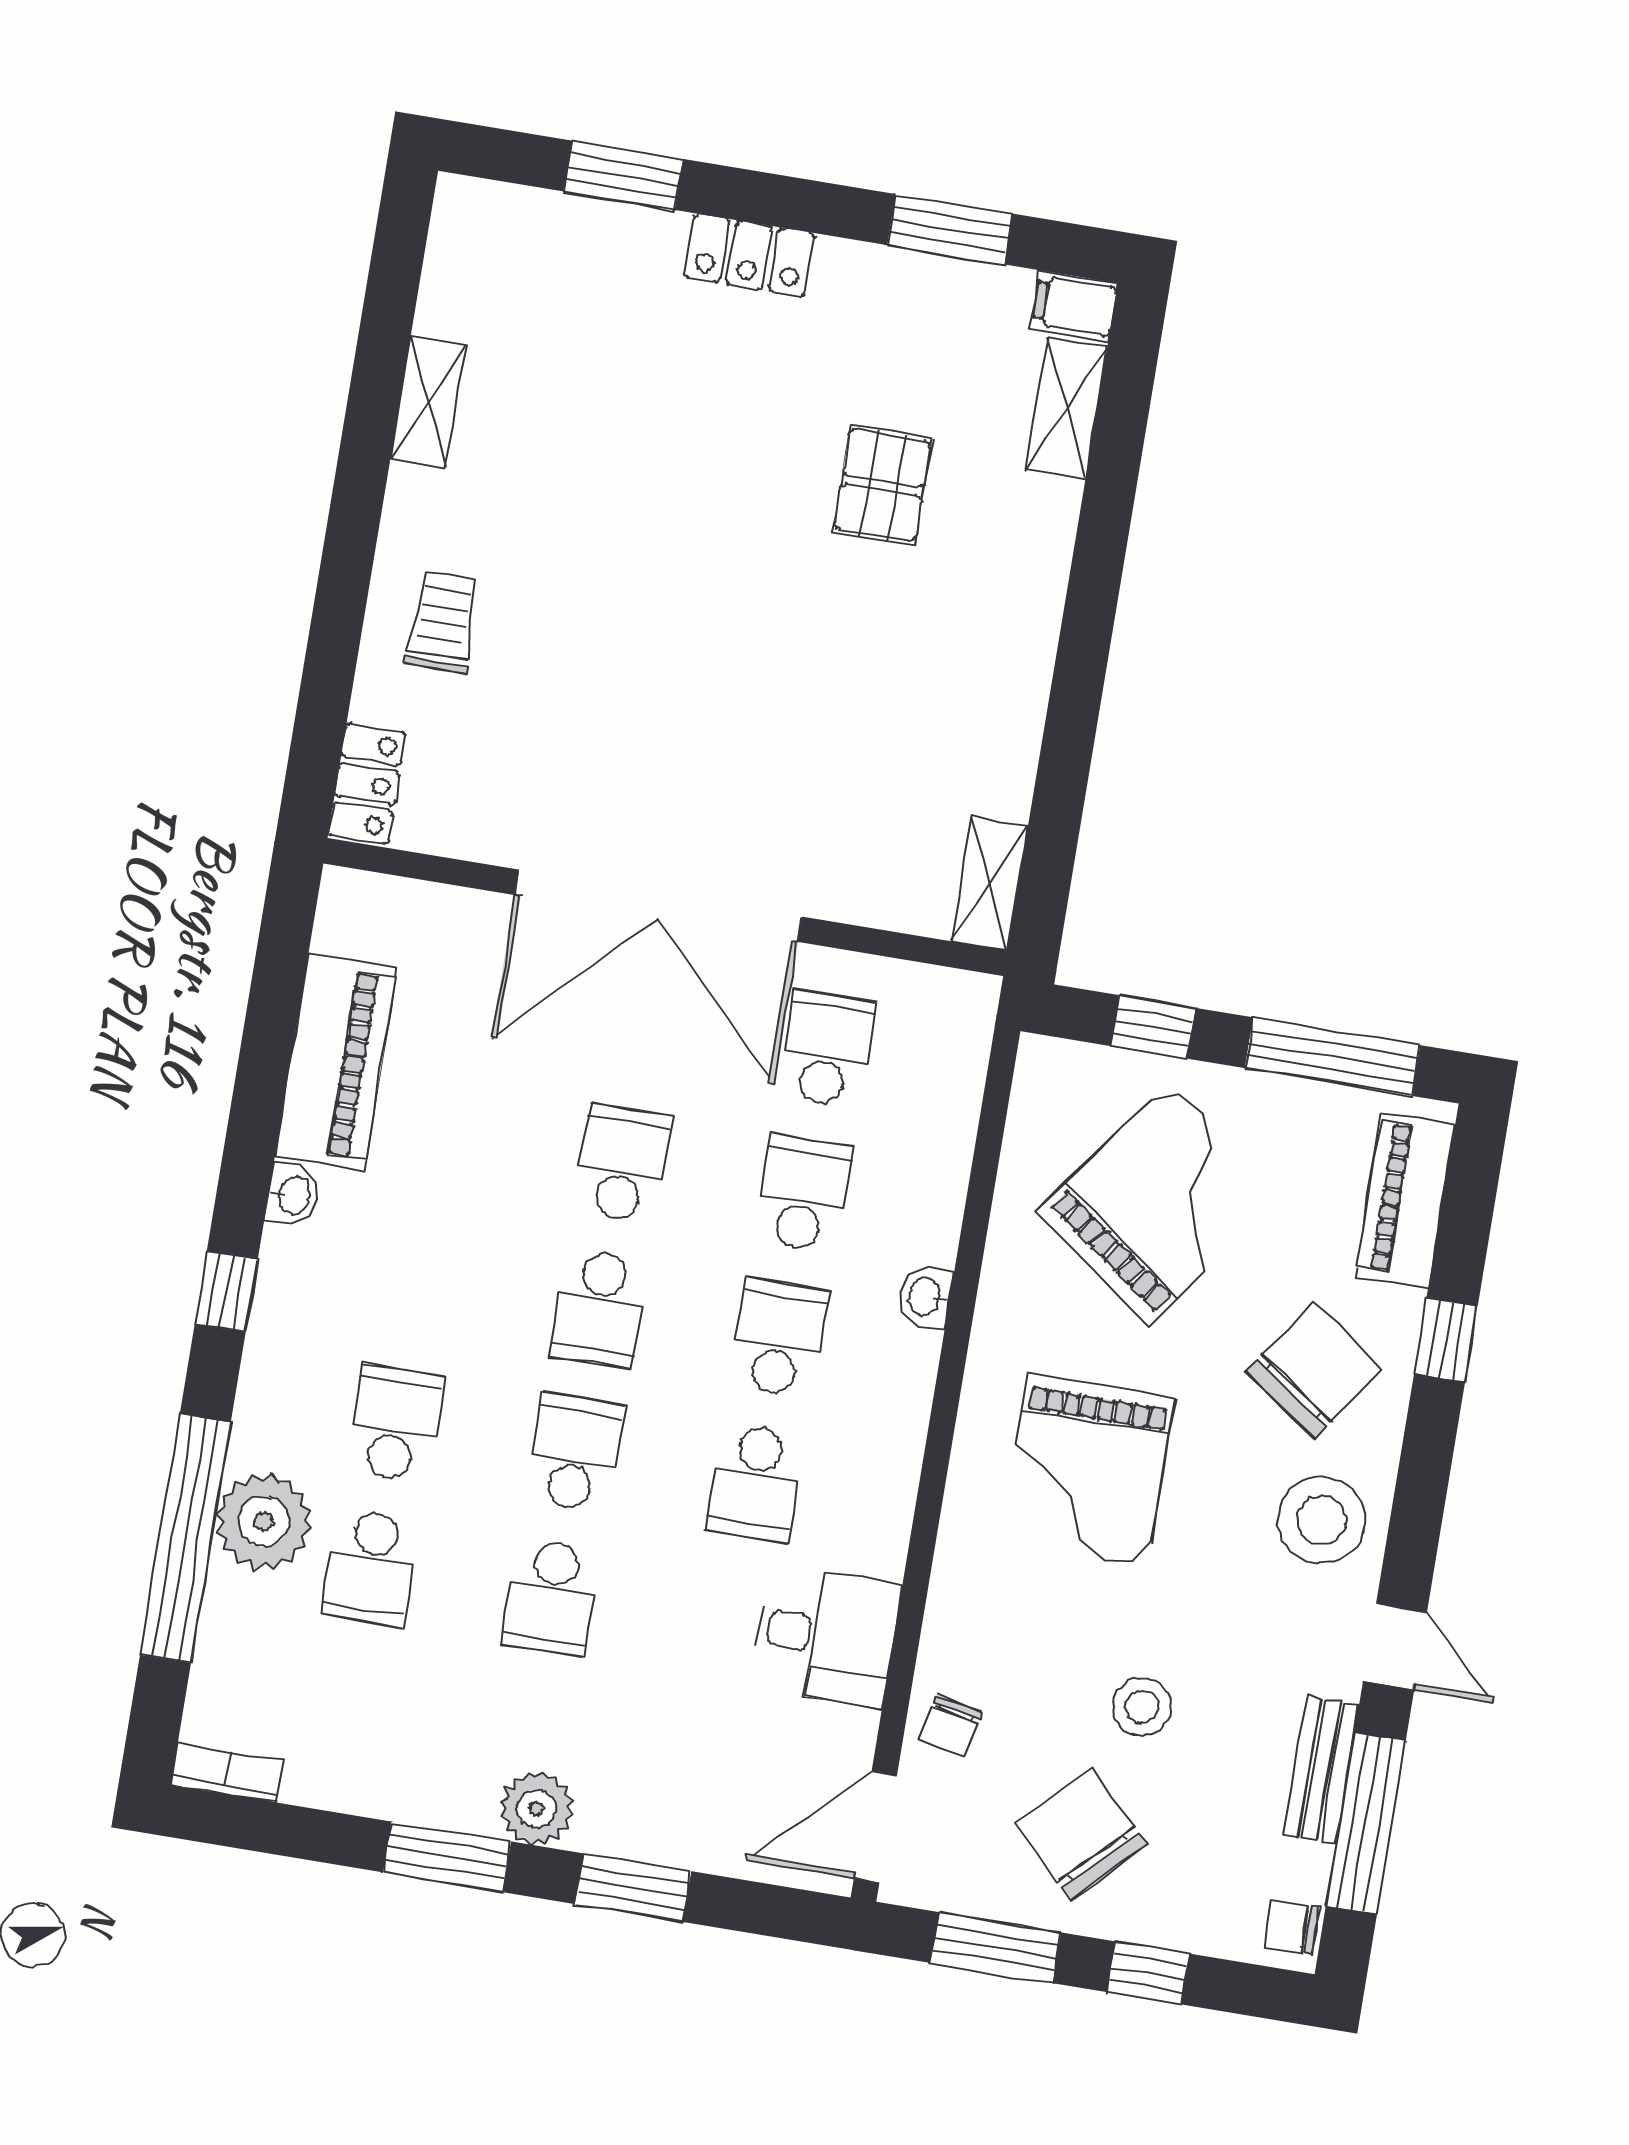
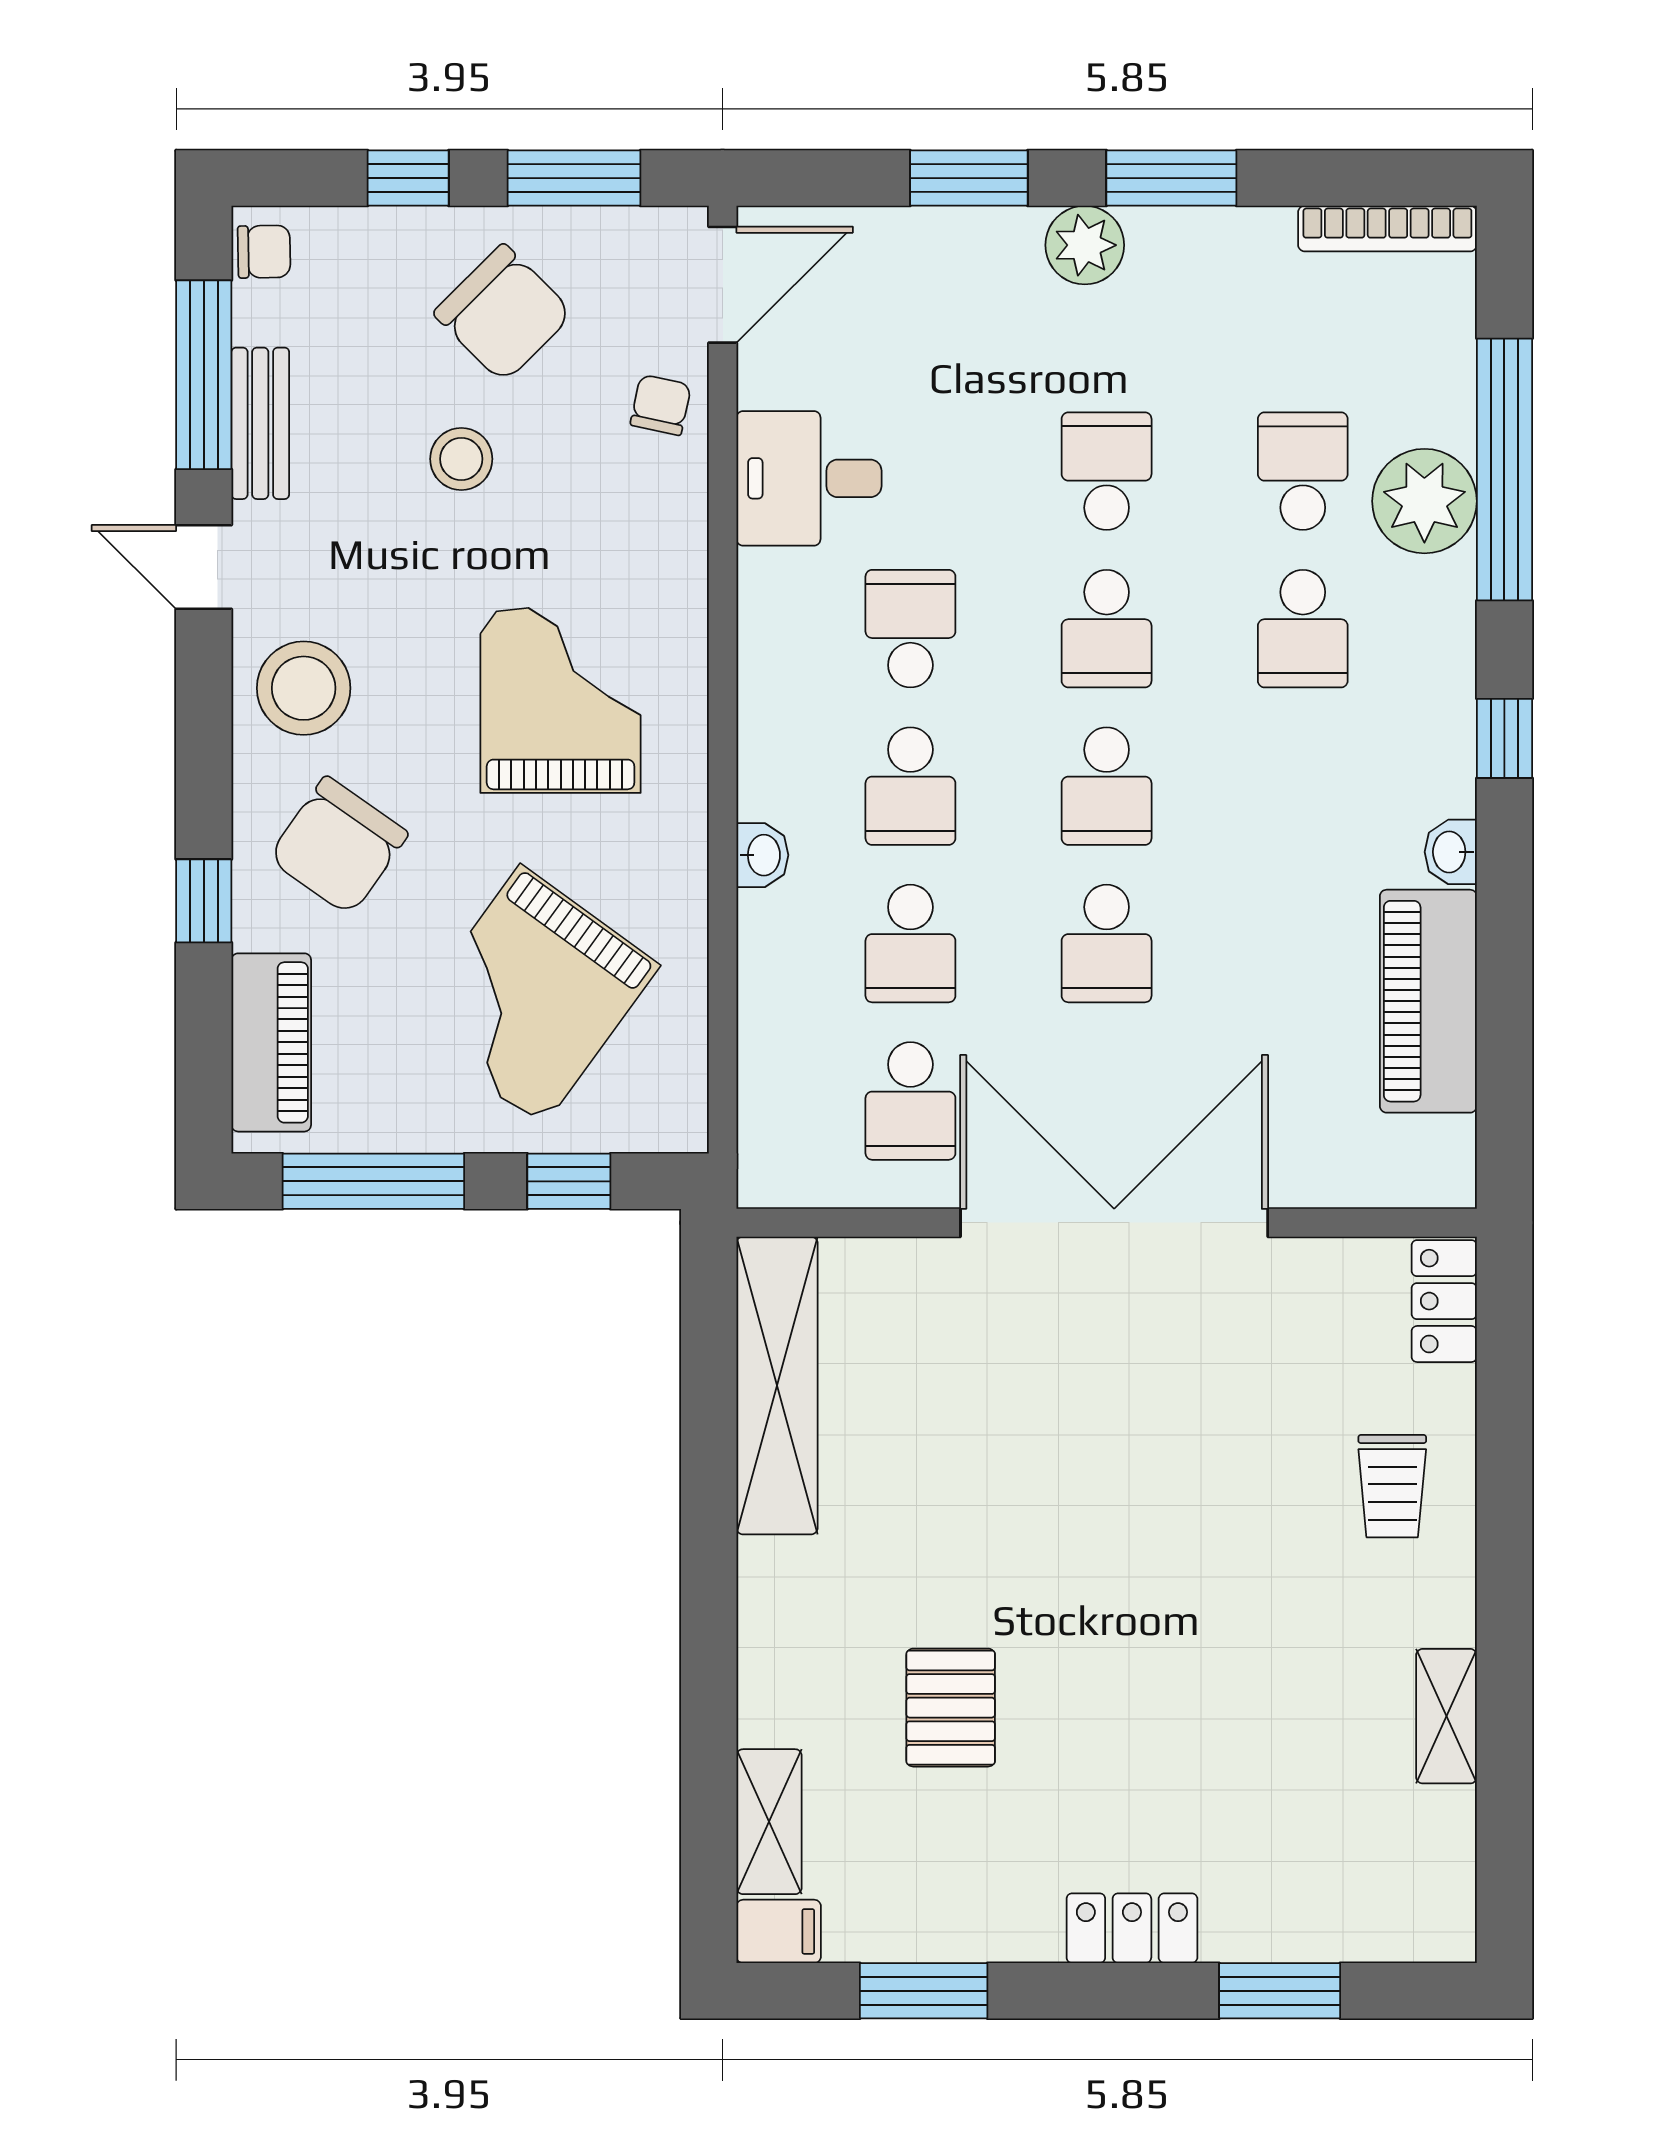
shelving: (990, 884) -> (777, 1385), width x2.20, depth x1.33
school desk: (599, 1308) -> (1107, 786), turned 180
bookcase: (227, 1773) -> (1387, 229), width x1.56

